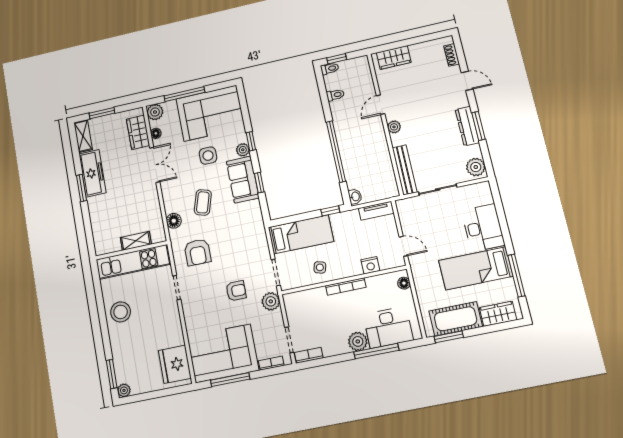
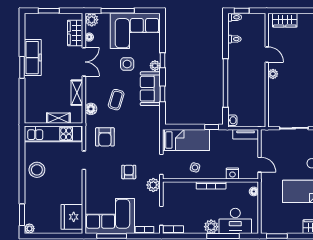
door: (381, 105) -> (267, 55), swing flipped
shelving: (83, 136) -> (77, 93), moved
bench: (405, 170) -> (273, 108), removed
armchair: (236, 291) -> (129, 172), turned -90
cot: (456, 319) -> (285, 224), removed

